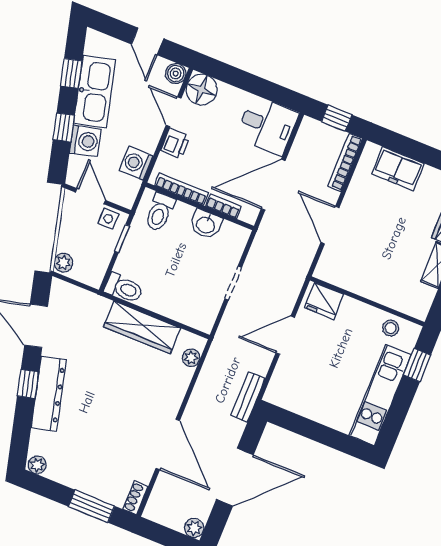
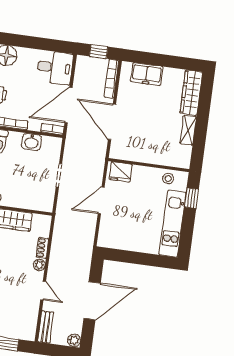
bookcase: (223, 206) -> (52, 129), moved
door: (330, 225) -> (112, 122), width x1.36
plant: (191, 358) -> (39, 265), moved
bench: (248, 397) -> (46, 327), moved
door: (168, 444) -> (43, 291), width x0.53
shoe rack: (136, 498) -> (42, 248), moved

